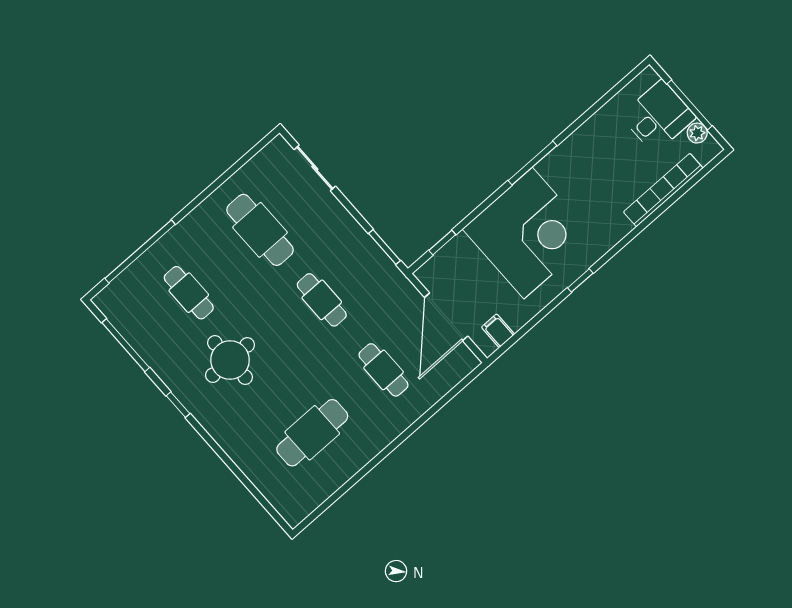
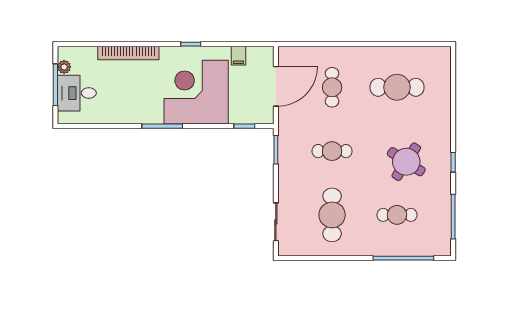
bookcase: (663, 190) -> (128, 53), moved
cafe table: (189, 293) -> (397, 215), turned 90
cafe table: (322, 300) -> (332, 151), turned 90
filing cabinet: (498, 331) -> (238, 56), moved
round table: (230, 360) -> (406, 162), turned 33

